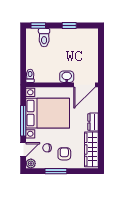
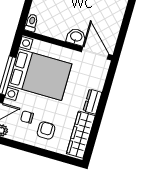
door: (84, 85) -> (95, 53), swing flipped
window: (56, 171) -> (30, 149), removed

